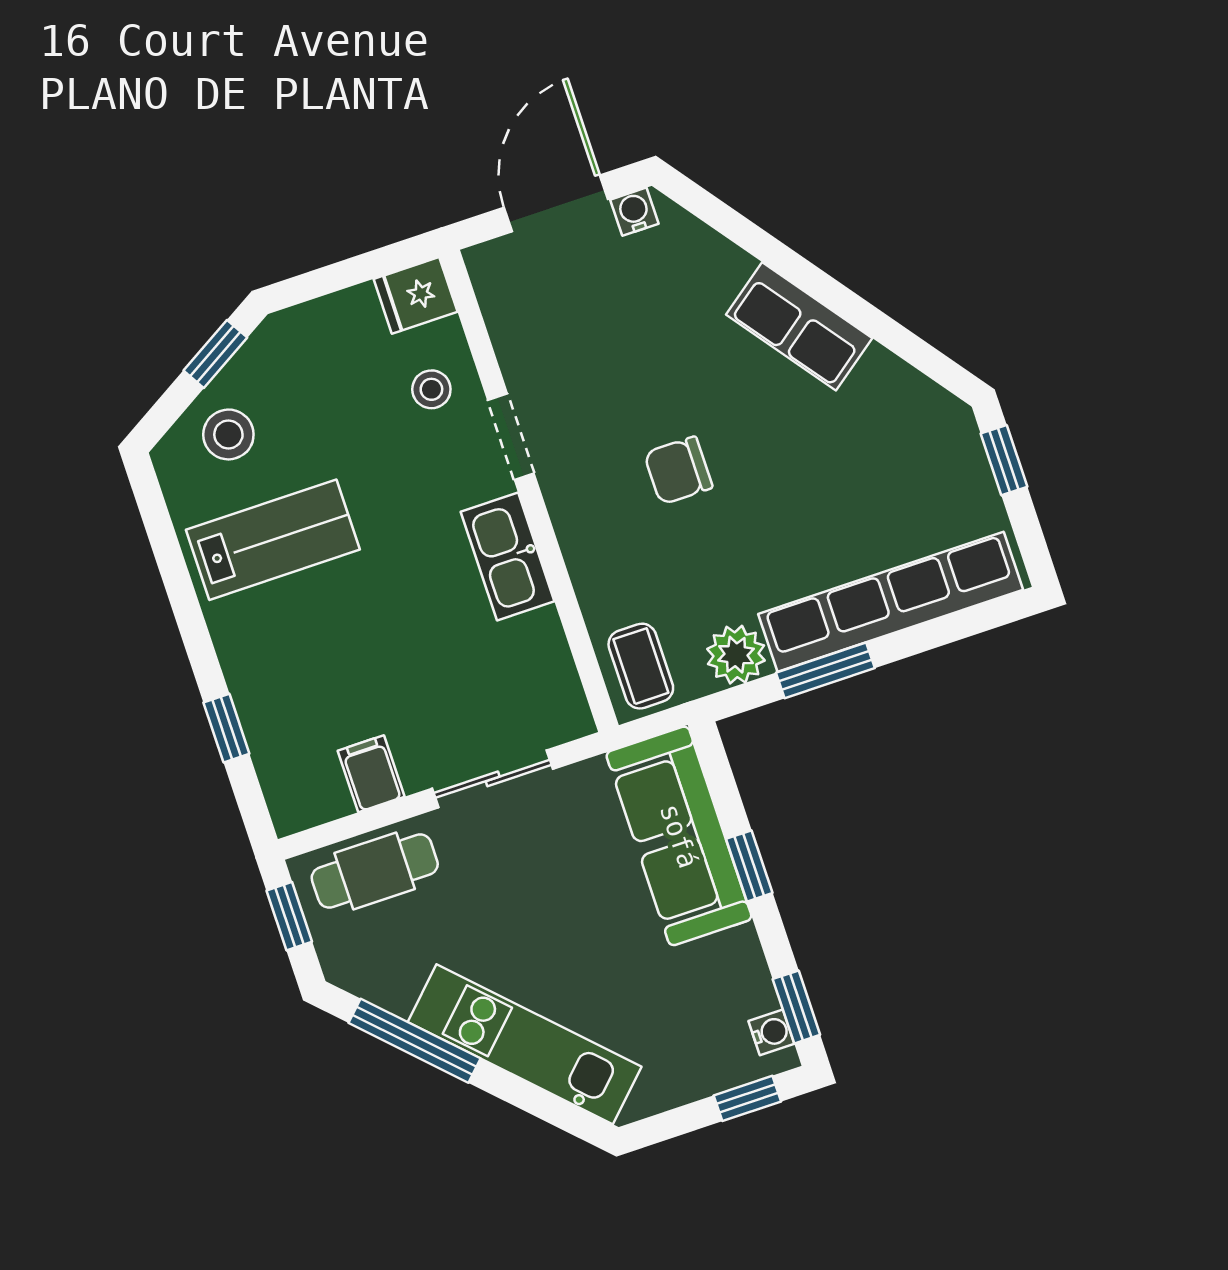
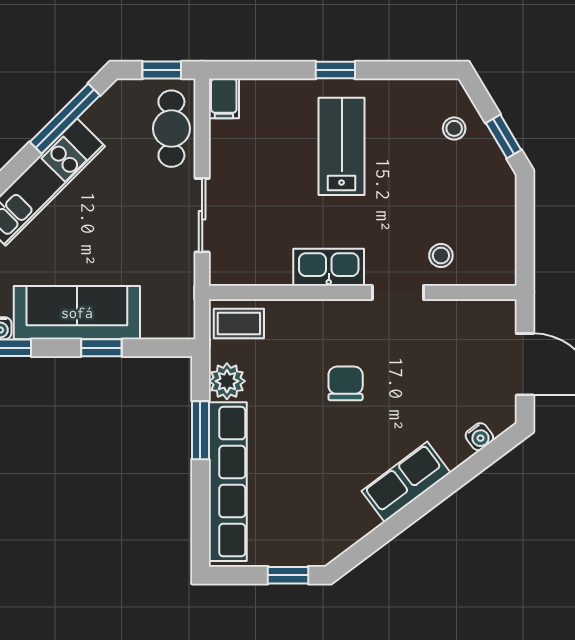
water cooler: (634, 212) -> (479, 437), moved, turned 53
fridge: (416, 295) -> (499, 265), removed
stool: (228, 434) -> (454, 128), width x0.73, depth x0.73
lab bench: (273, 540) -> (342, 146), moved, turned 180
window: (226, 728) -> (335, 70), moved
filing cabinet: (371, 774) -> (224, 98), moved, turned 90
sofa: (679, 836) -> (77, 313), moved

